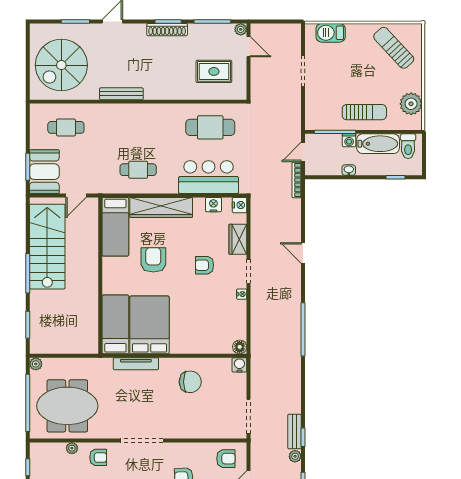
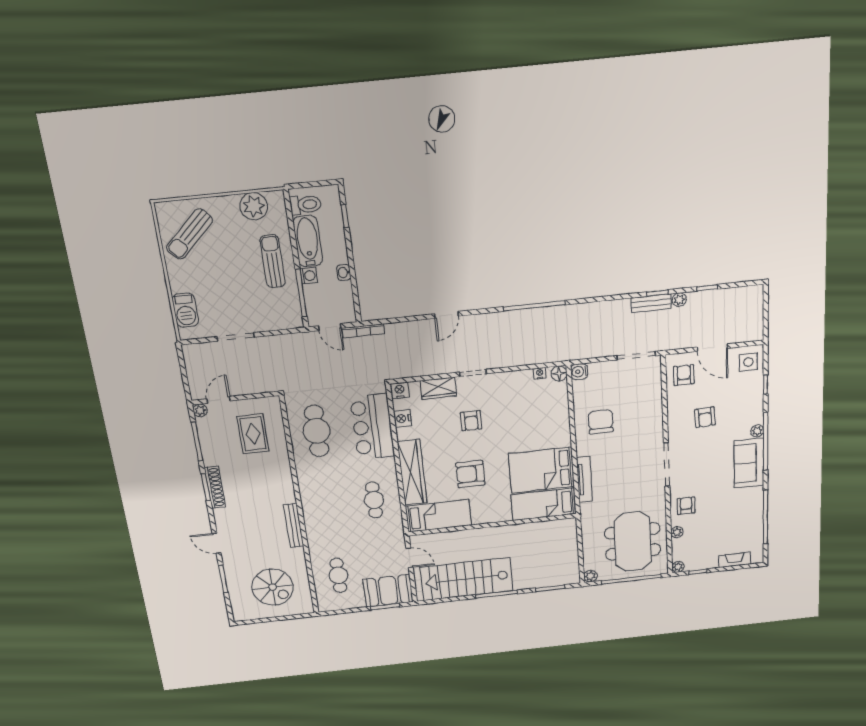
spiral stairs: (61, 65) -> (273, 587), width x0.73, depth x0.73
nightstand: (242, 294) -> (540, 373), moved
plant: (35, 448) -> (678, 567), added

